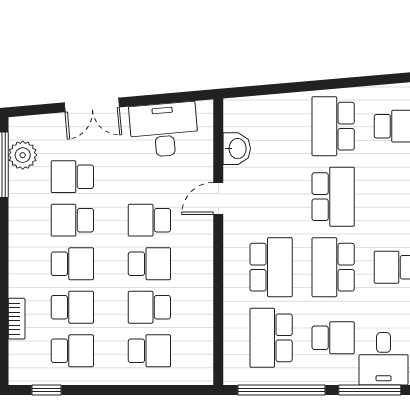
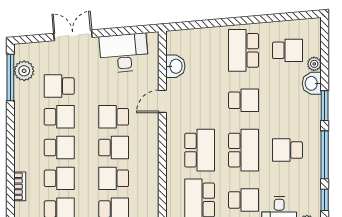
double door: (92, 105) -> (73, 35), swing flipped
school desk: (333, 197) -> (244, 100), width x0.54
school desk: (72, 220) -> (59, 117), turned 180
school desk: (333, 267) -> (244, 150), turned 180

